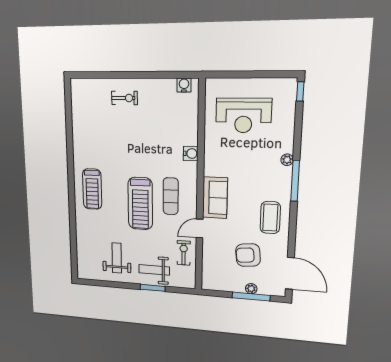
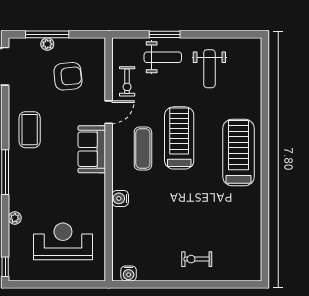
plant: (287, 160) -> (15, 218), moved
treadmill: (92, 189) -> (238, 153), width x1.37, depth x1.38
armchair: (248, 255) -> (68, 76), moved

